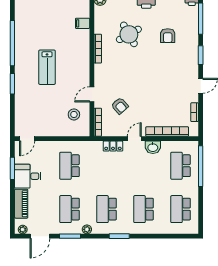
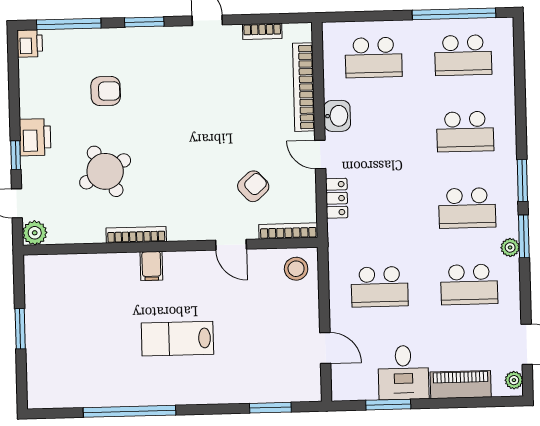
filing cabinet: (83, 23) -> (151, 266), moved
lab bench: (47, 67) -> (177, 339), turned 180
window: (12, 84) -> (270, 408), moved
stool: (74, 114) -> (296, 269), moved
door: (27, 139) -> (325, 348), moved
window: (201, 166) -> (454, 14), moved
window: (70, 236) -> (524, 236), moved

